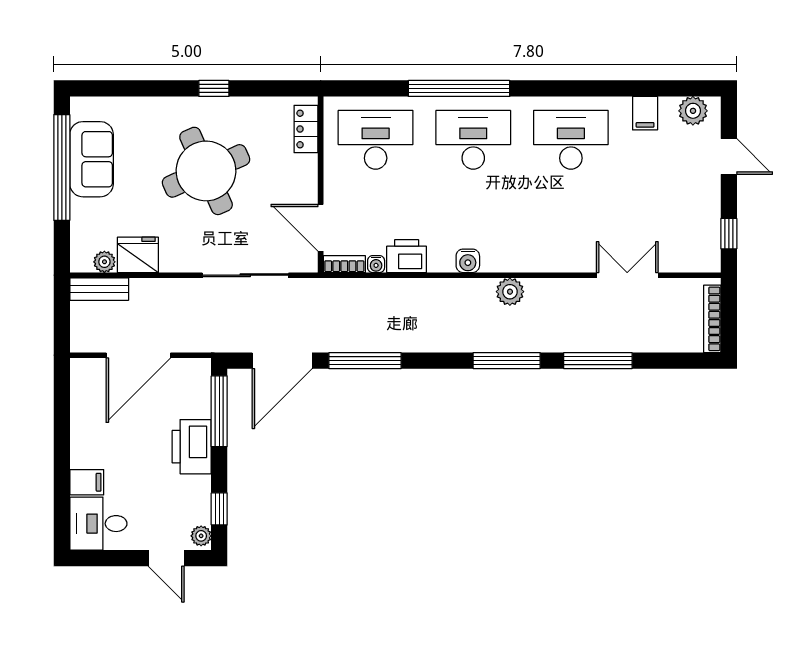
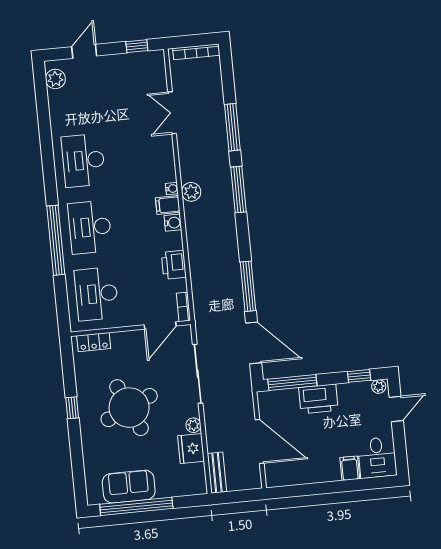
filing cabinet: (645, 113) -> (168, 205), moved, turned 180
plant: (104, 262) -> (193, 425), moved
water cooler: (376, 264) -> (172, 189), moved

